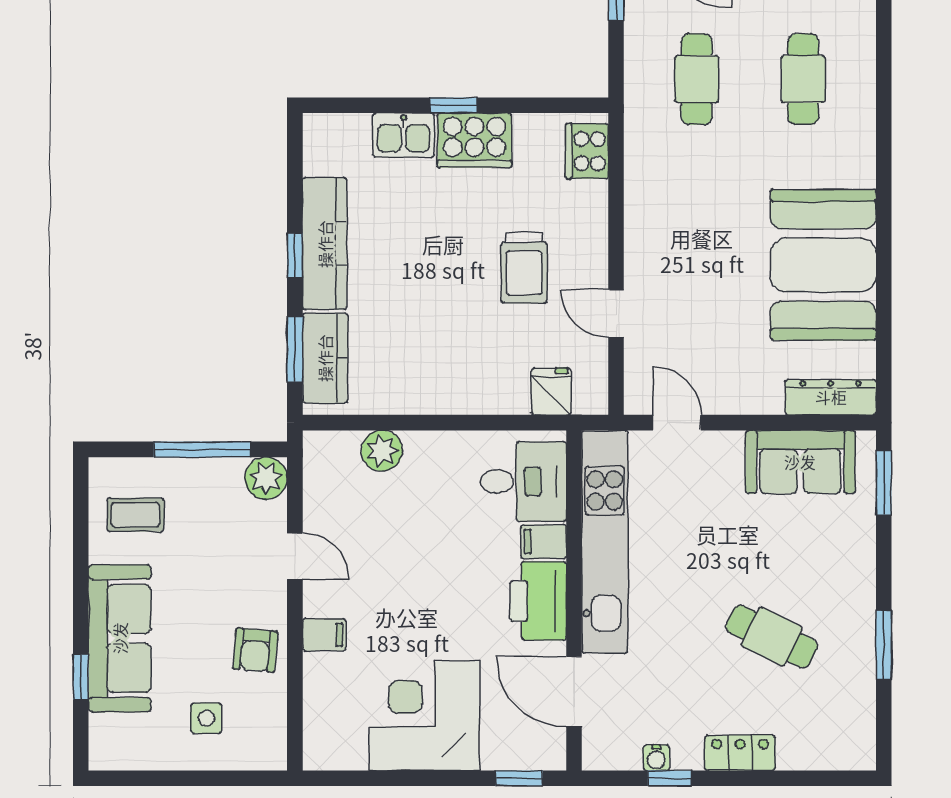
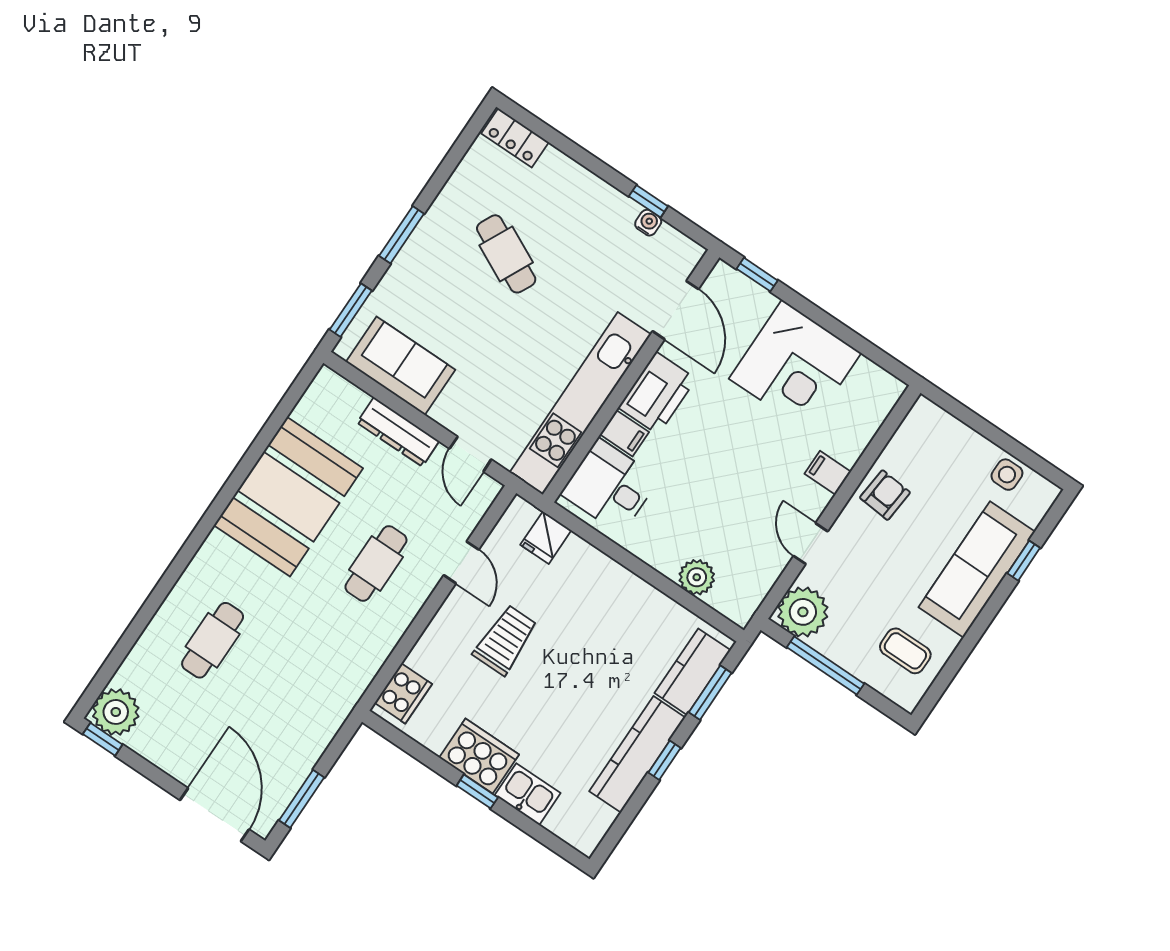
cafe table: (697, 79) -> (376, 563), moved
dresser: (831, 397) -> (398, 432), moved
plant: (266, 478) -> (803, 612), width x1.36, depth x1.36
window: (884, 645) -> (402, 235), moved
side table: (206, 718) -> (1007, 475), moved
locker: (740, 753) -> (515, 138), moved

